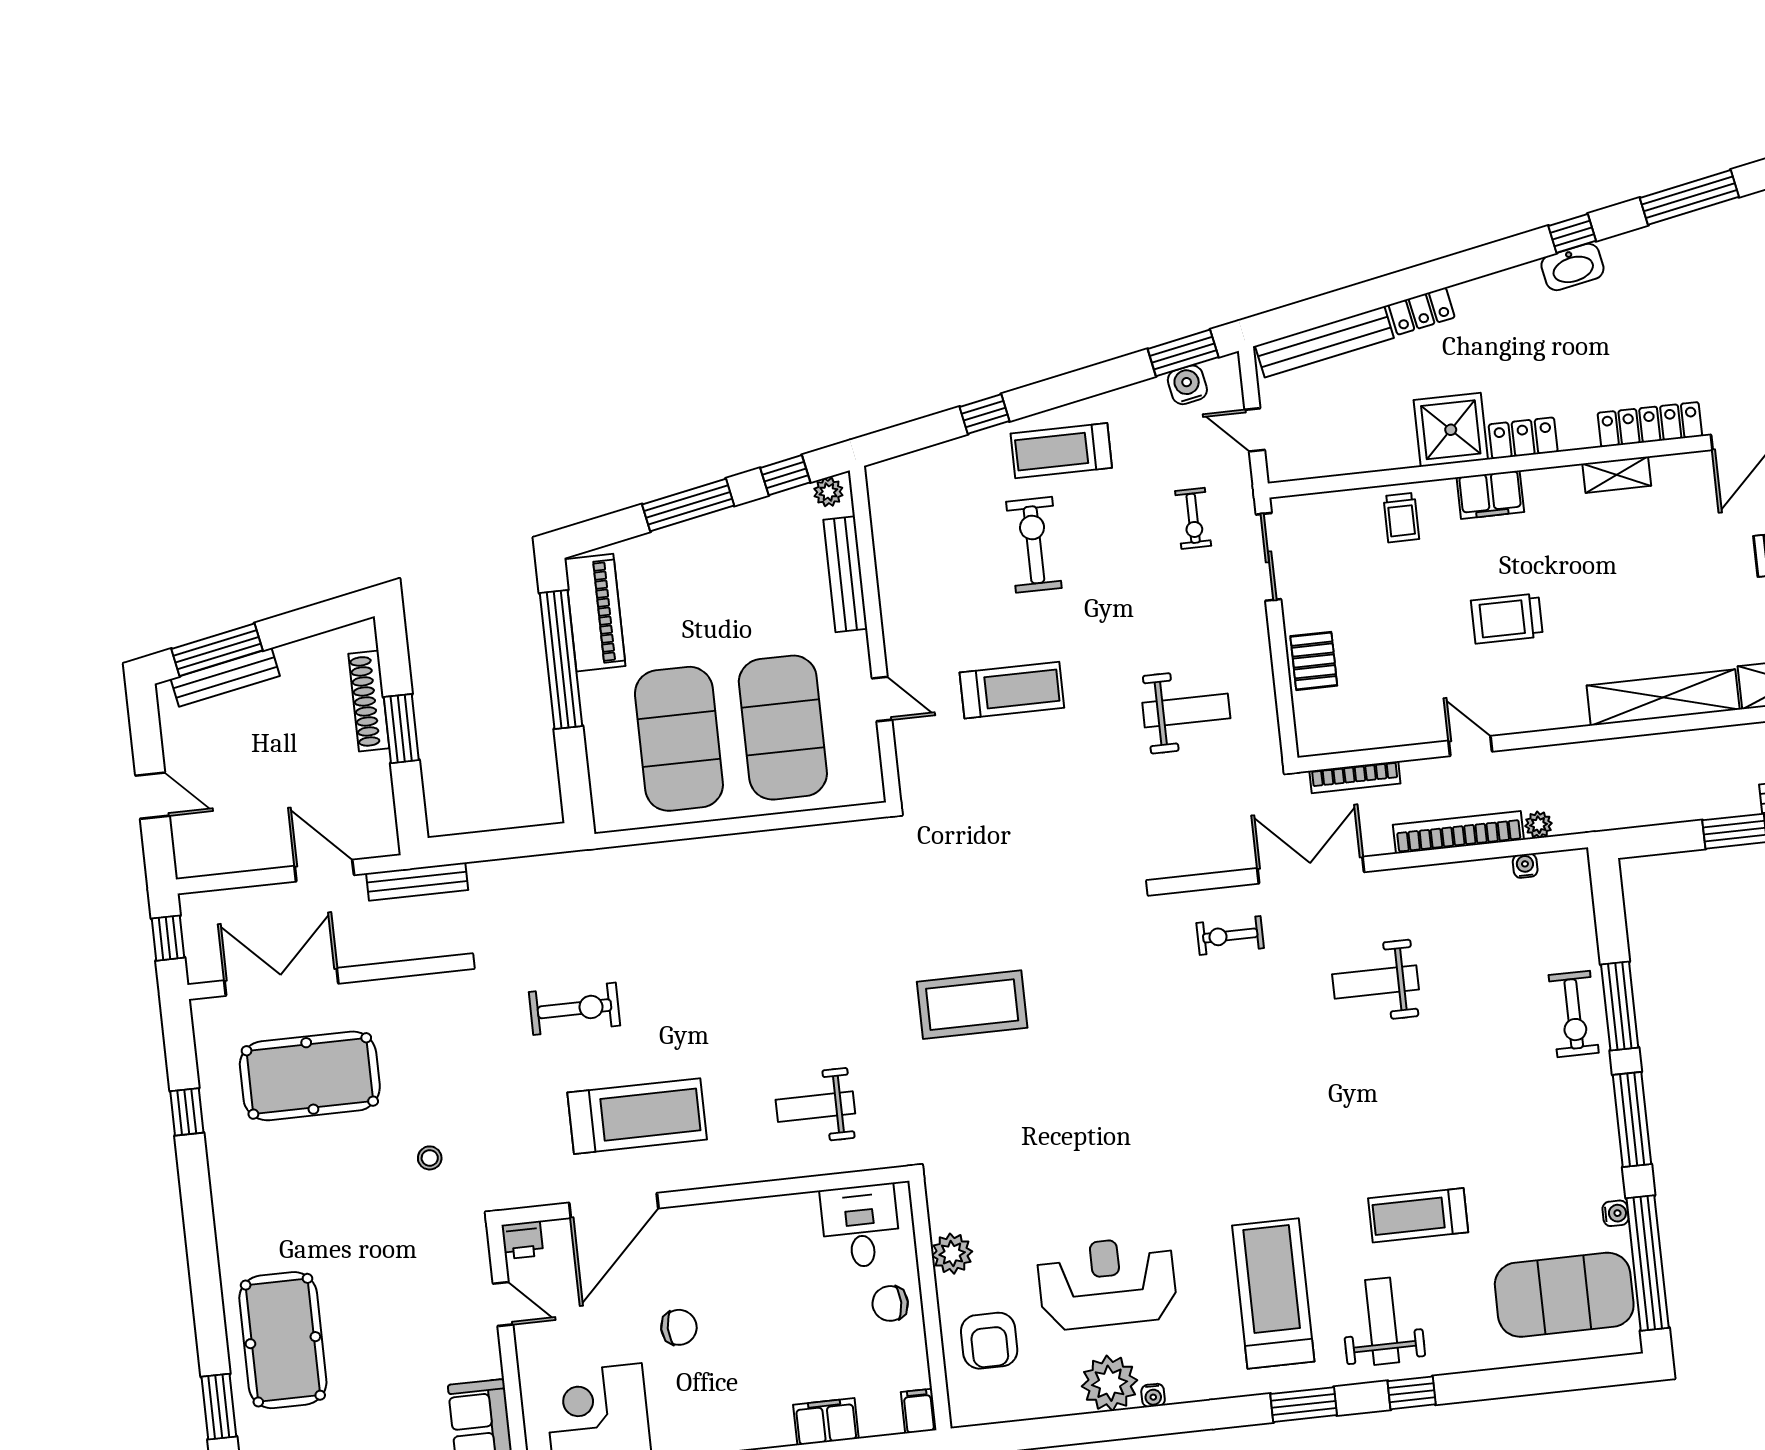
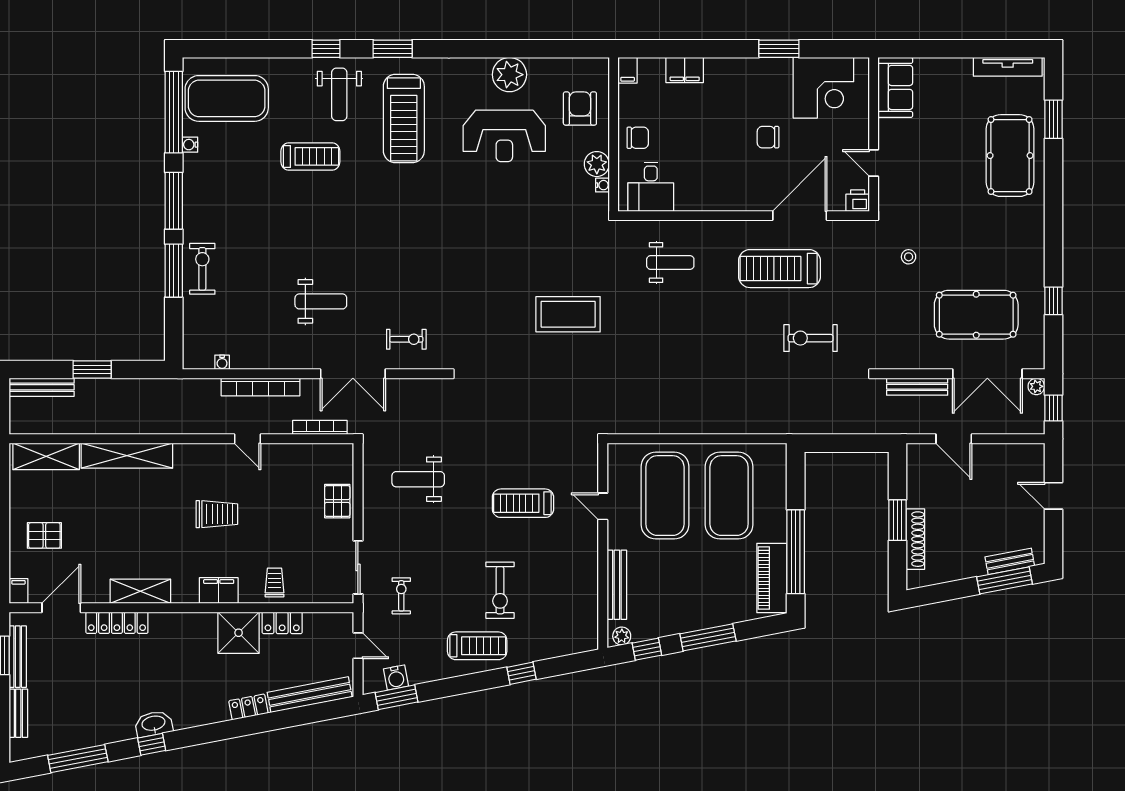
locker: (1523, 438) -> (282, 623), moved
shelving: (1617, 475) -> (140, 591), width x1.50, depth x1.33
bench: (225, 677) -> (1010, 561), width x0.73
plant: (1539, 825) -> (1036, 386), moved
bench: (417, 882) -> (917, 387), moved
water cooler: (1153, 1395) -> (602, 185), moved, turned 90

